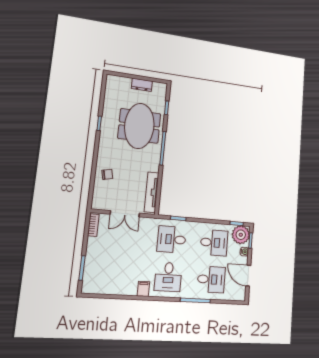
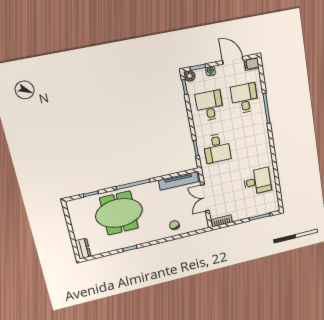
dresser: (142, 85) -> (83, 249), moved
double door: (125, 214) -> (205, 198), swing flipped
plant: (241, 235) -> (190, 76), width x0.53, depth x0.53
door: (248, 276) -> (233, 60), swing flipped
desk: (168, 277) -> (257, 181), moved
filing cabinet: (143, 289) -> (252, 64), moved

